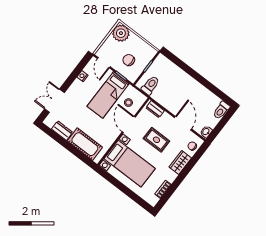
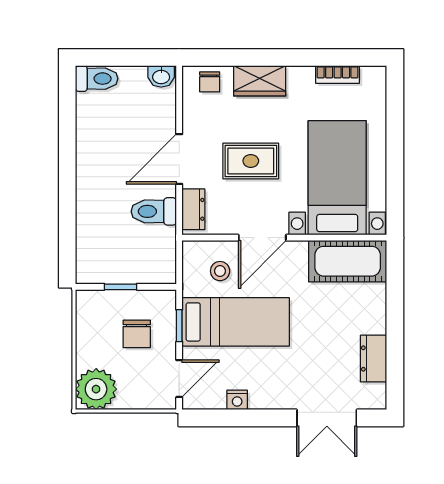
toilet: (150, 85) -> (154, 211), moved
door: (183, 123) -> (179, 159), moved
rug: (156, 140) -> (251, 161), turned 90
cot: (85, 144) -> (348, 261), moved, turned 90

